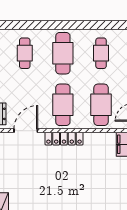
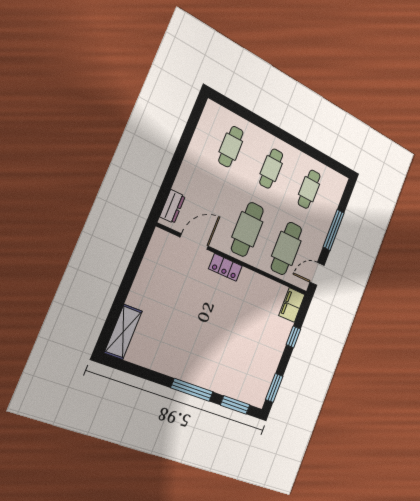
cafe table: (63, 53) -> (271, 169), width x0.73, depth x0.74
locker: (64, 139) -> (225, 267), width x0.66

